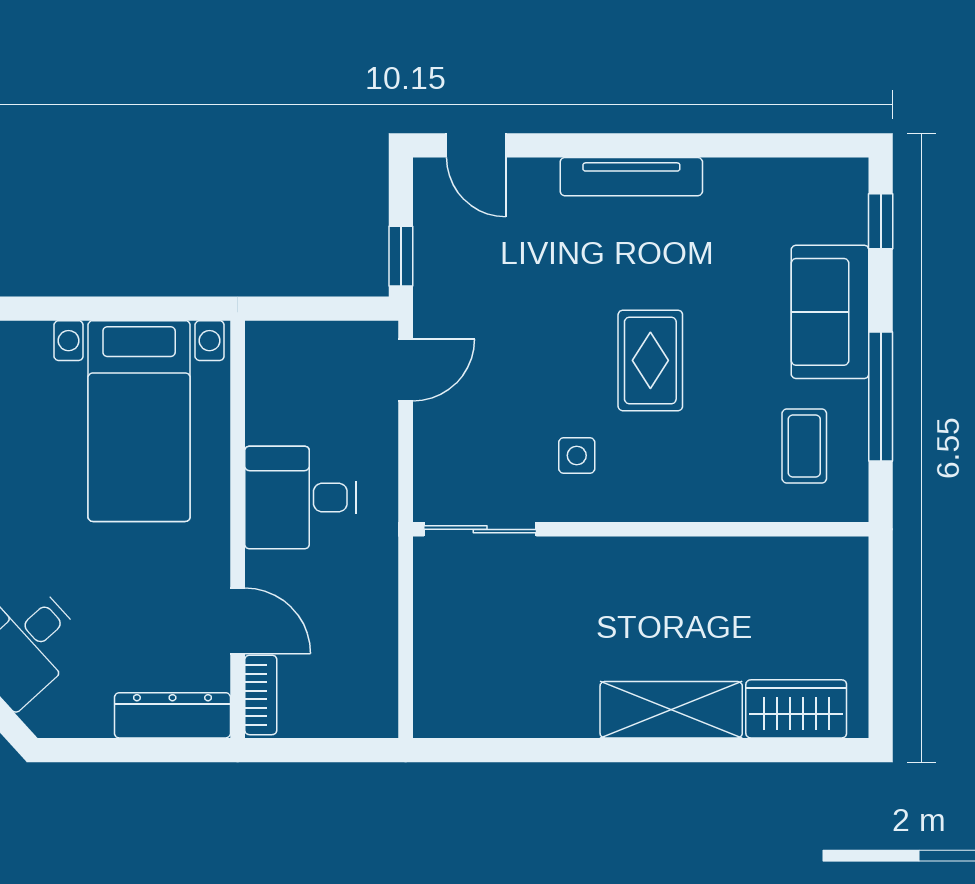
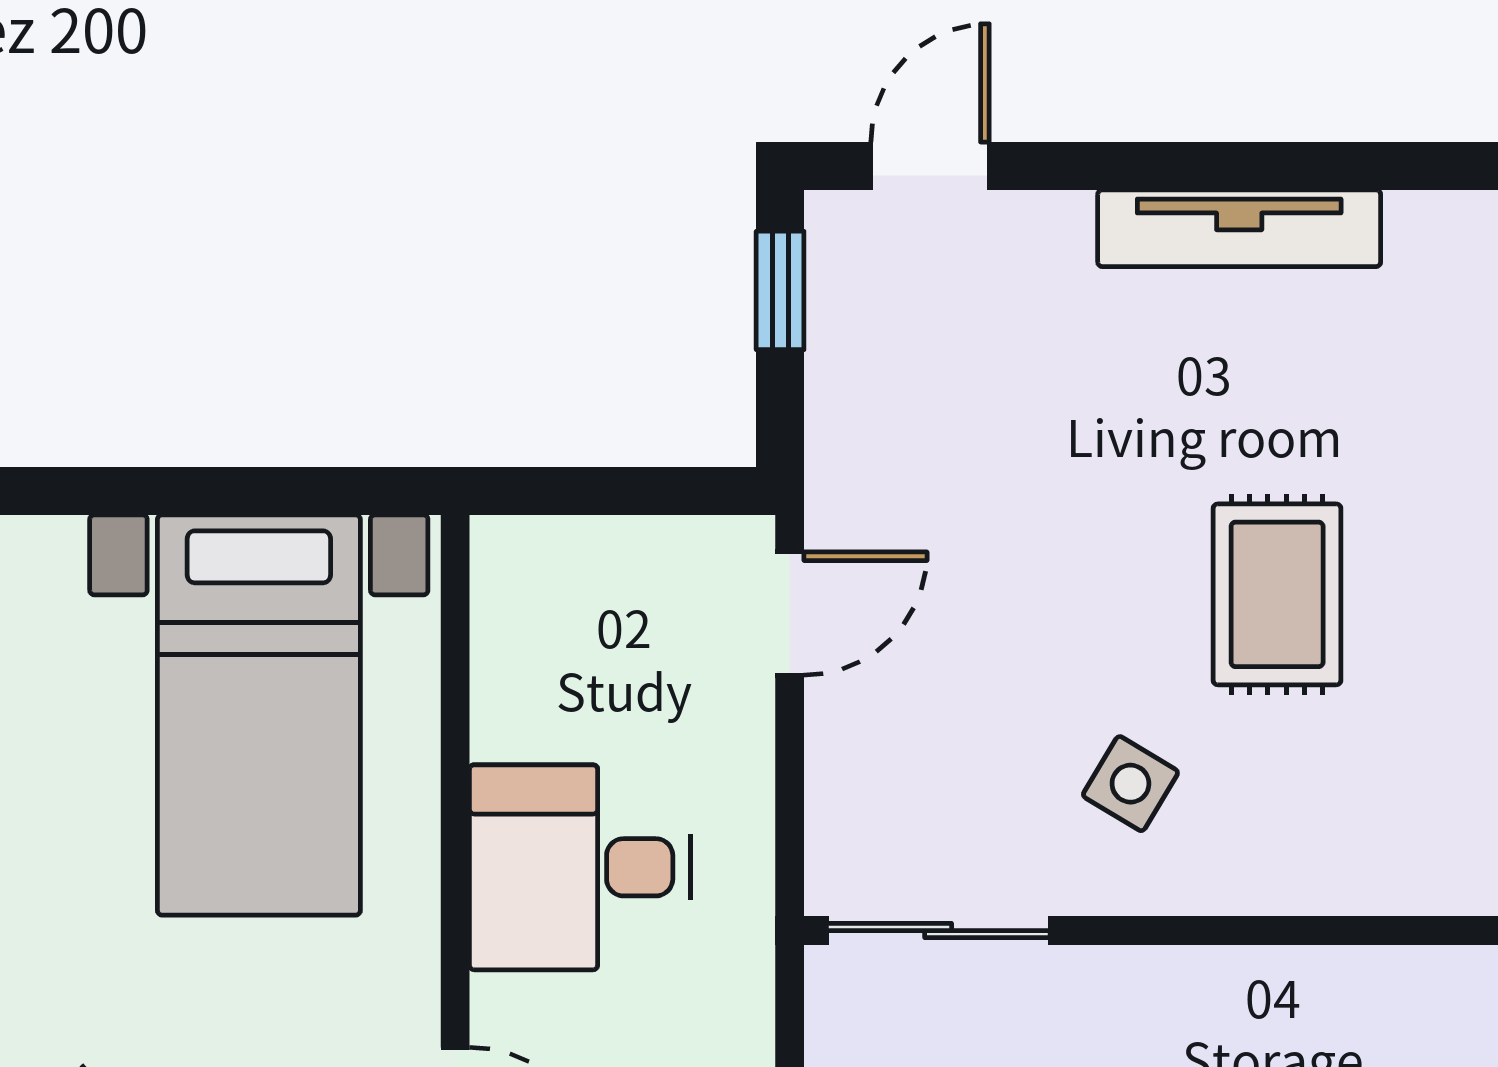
door: (476, 145) -> (930, 166), swing flipped
window: (401, 256) -> (780, 290), moved
side table: (577, 455) -> (1130, 784), turned 31

